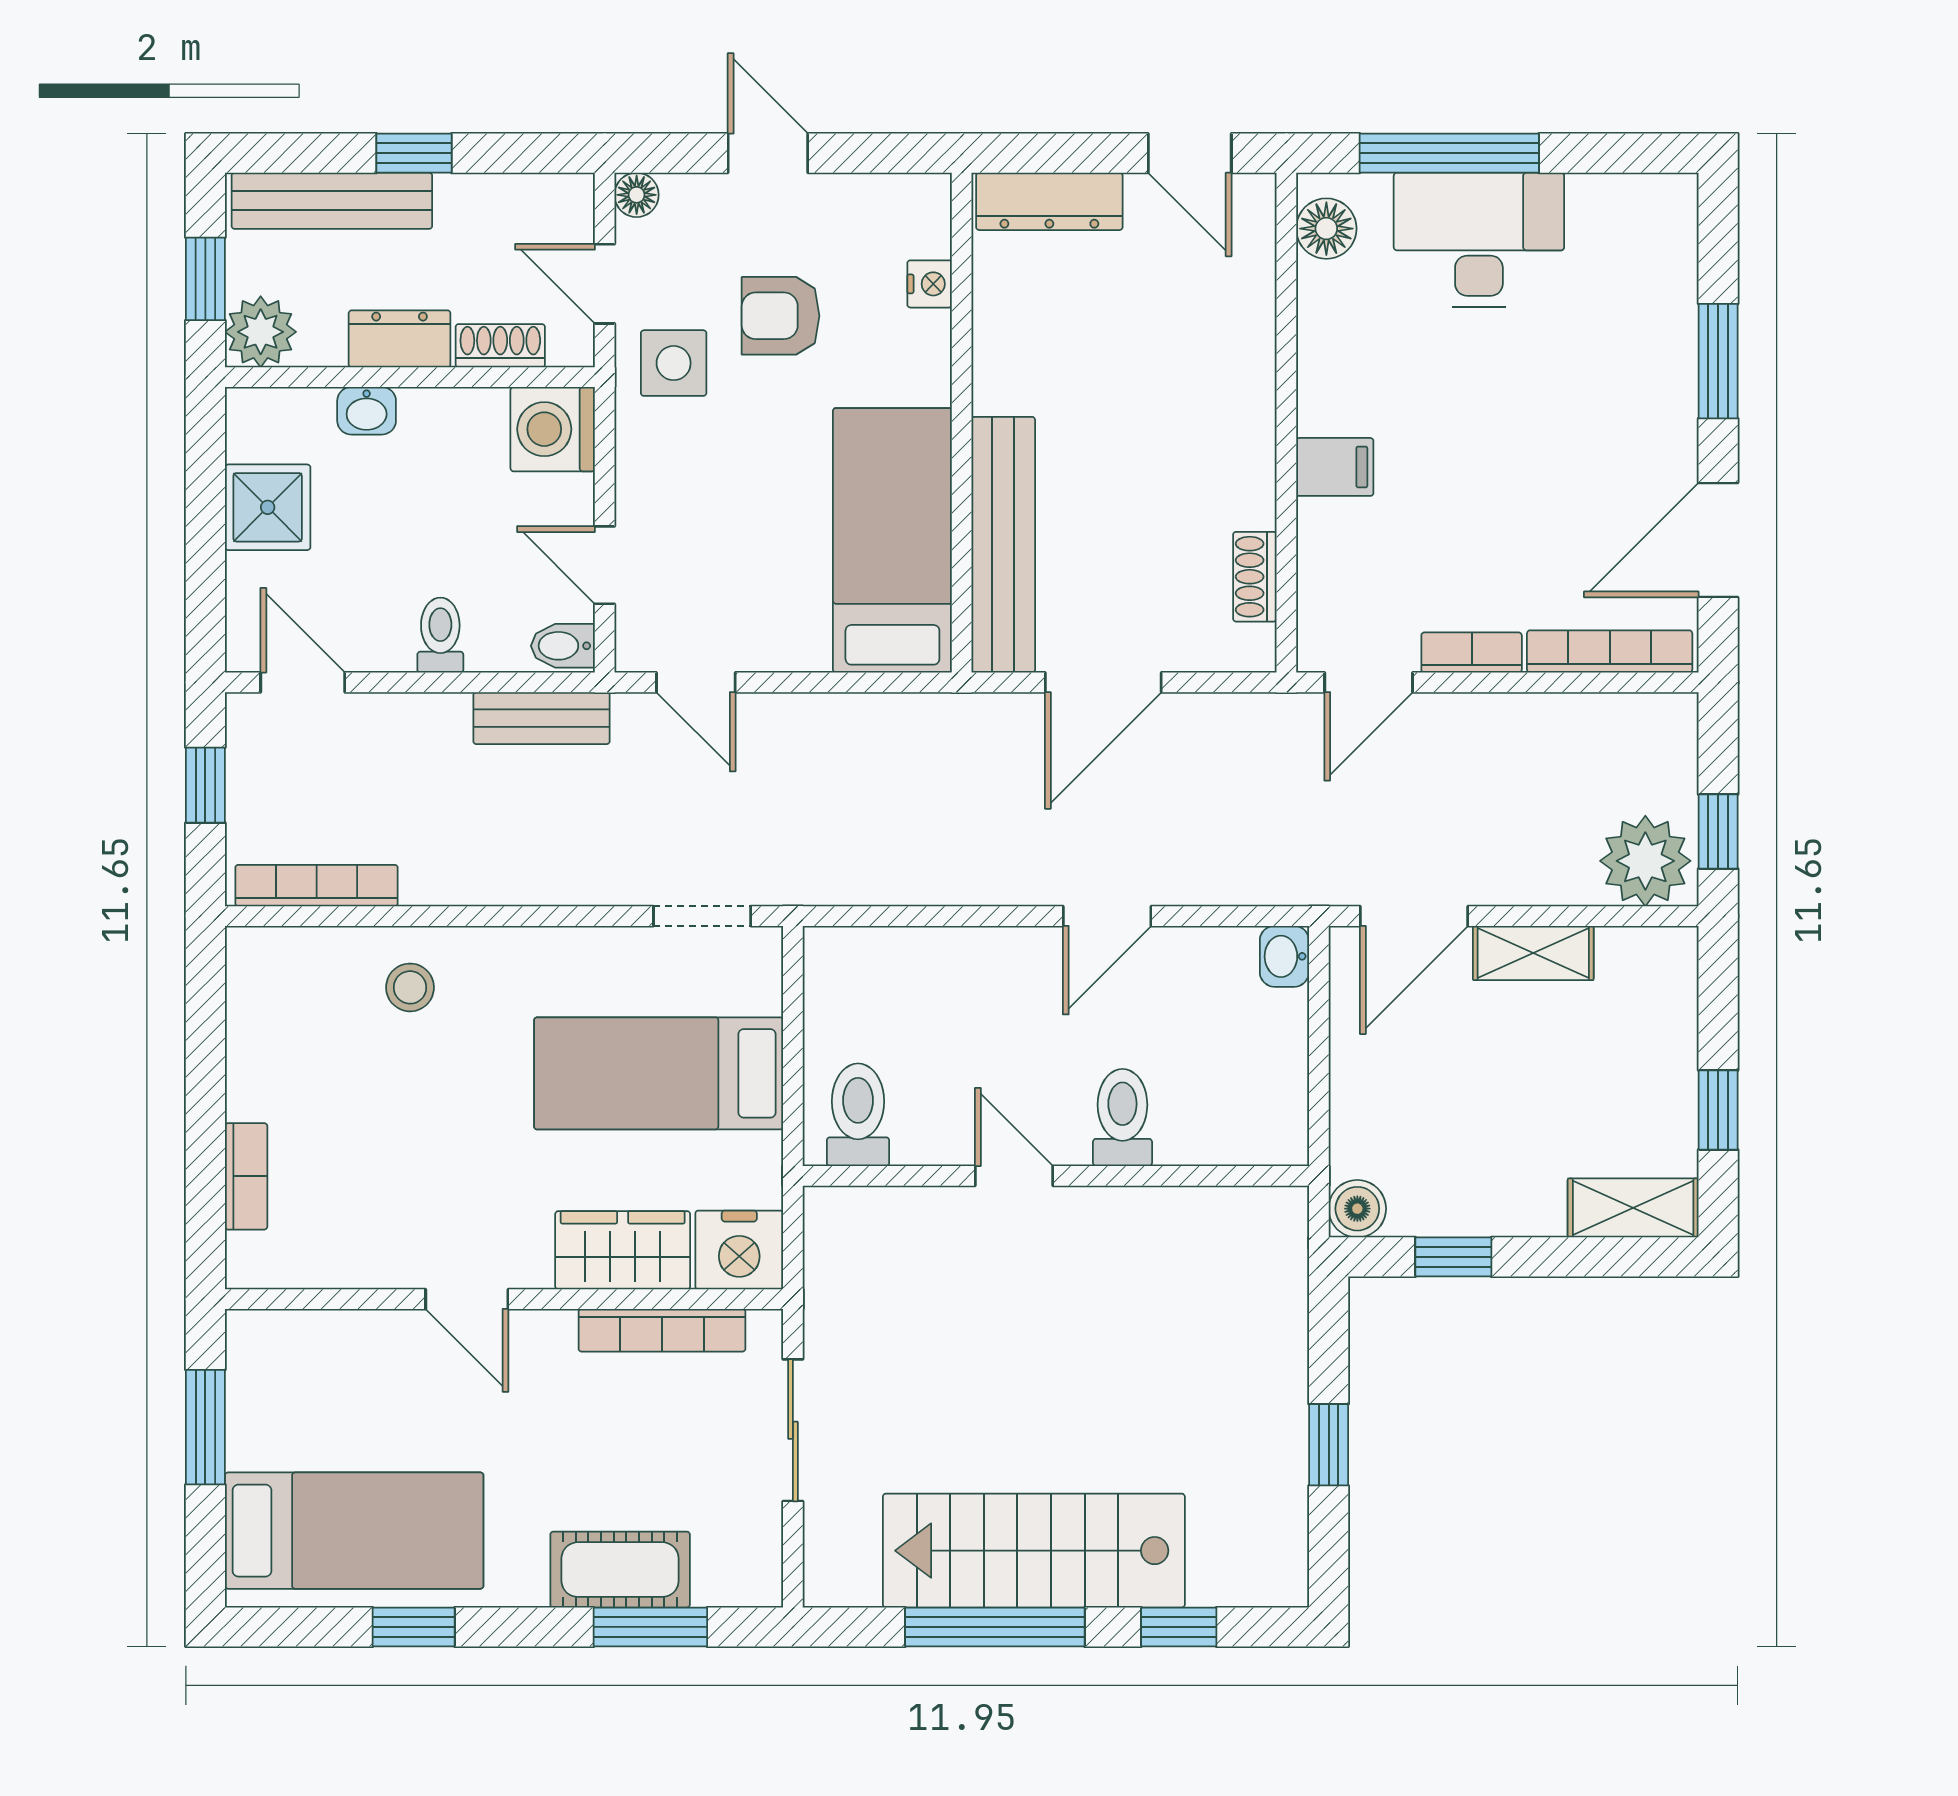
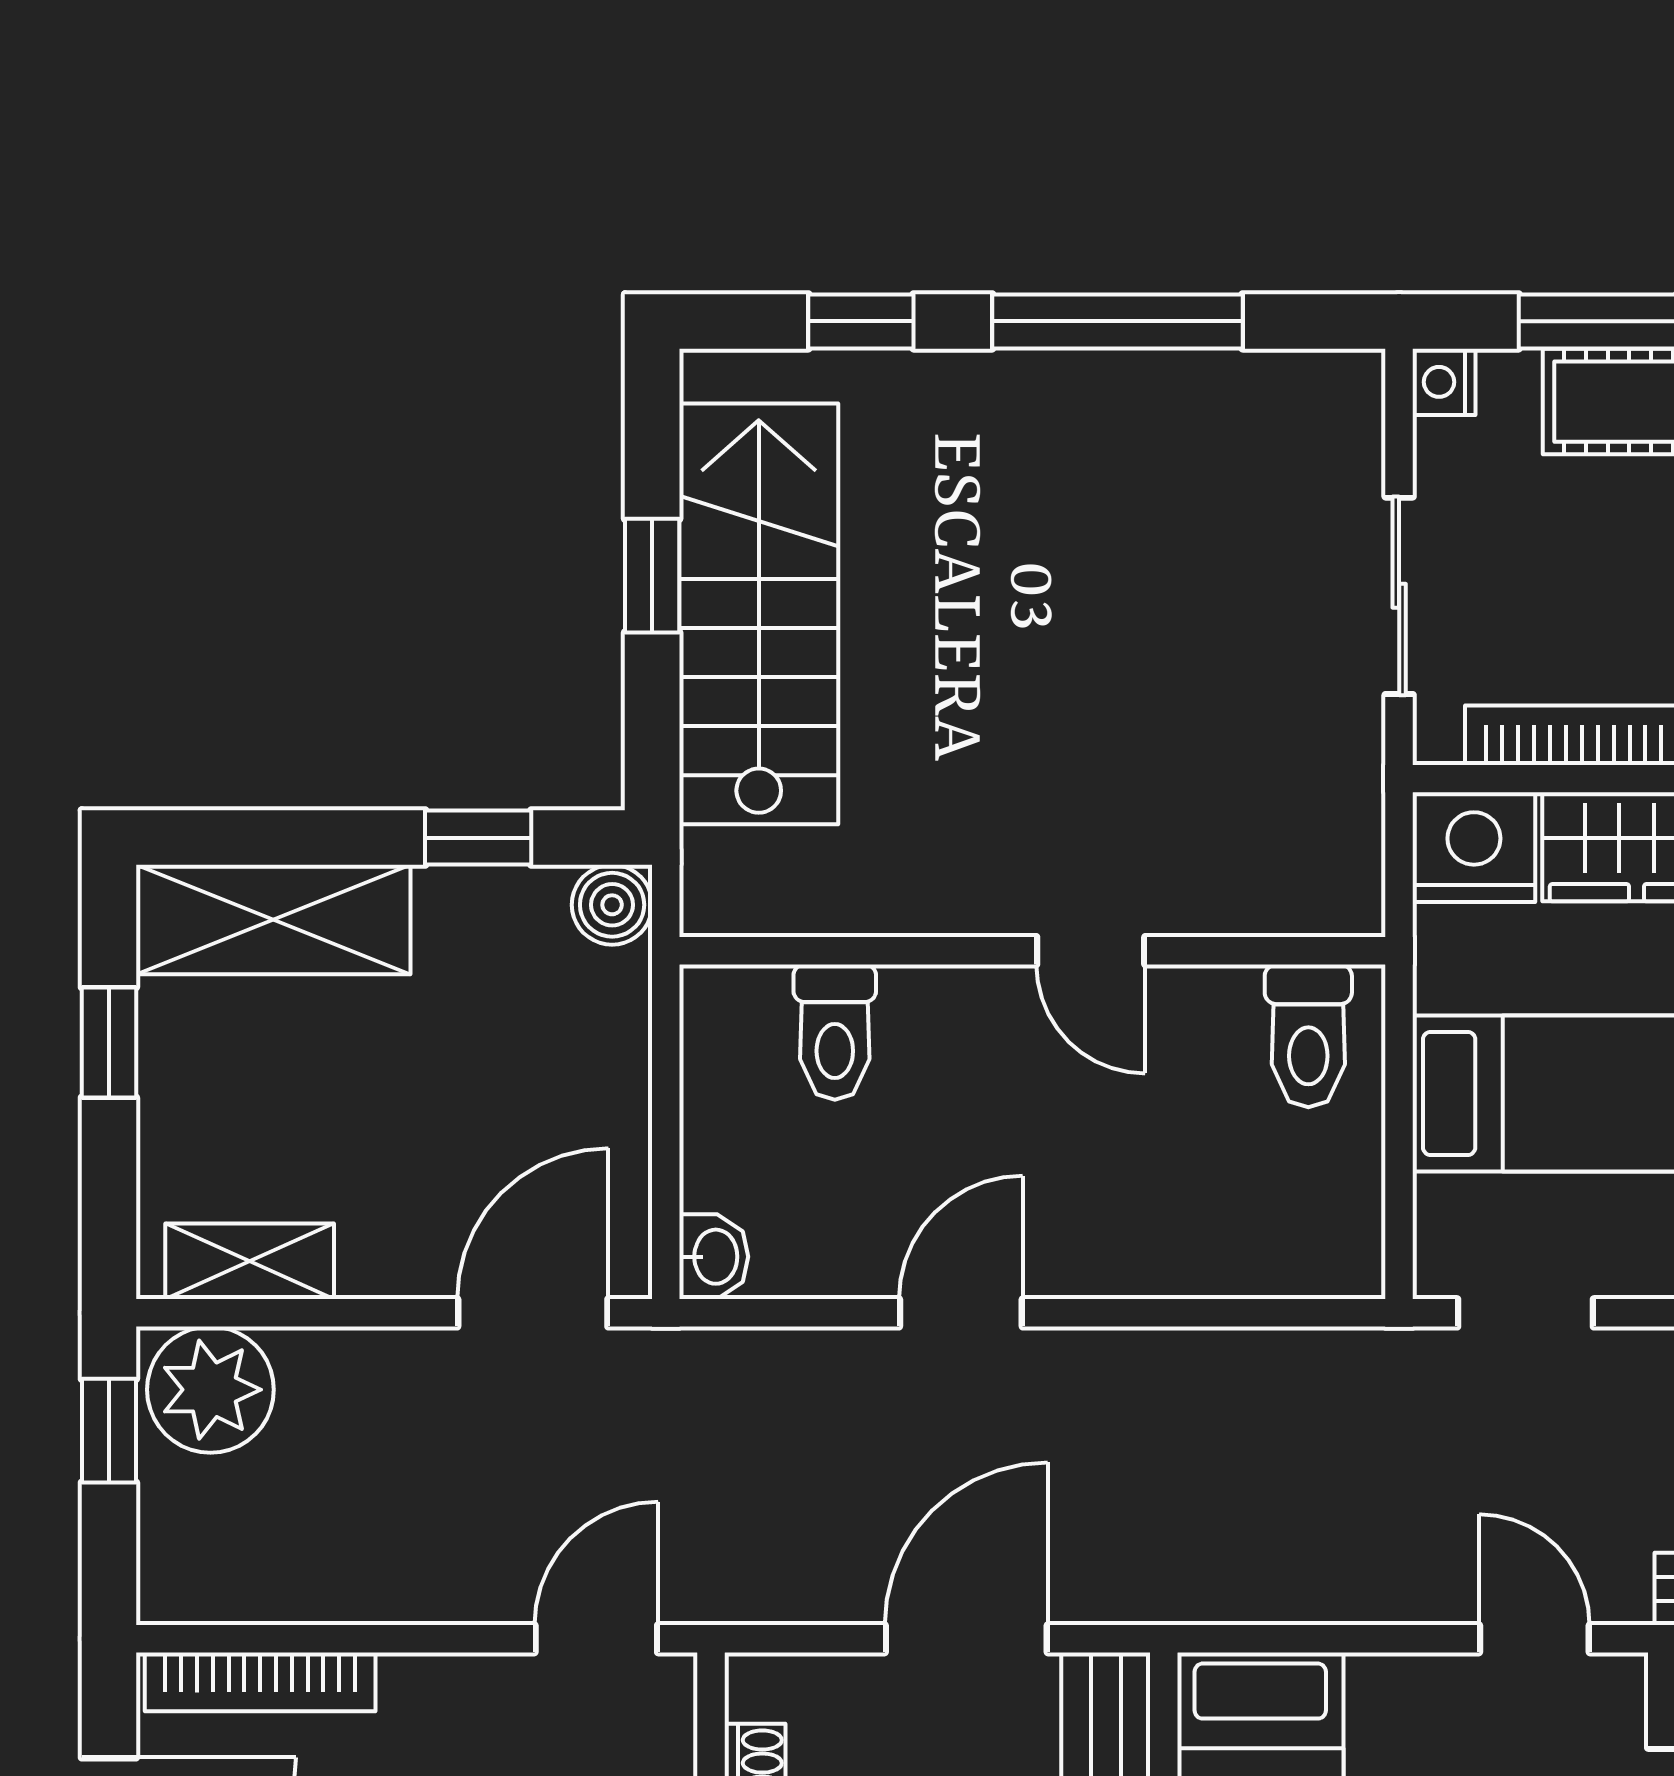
bookcase: (1472, 653) -> (453, 1680), removed
shelving: (1533, 953) -> (250, 1261), moved
toilet: (1122, 1117) -> (835, 1032), moved
shelving: (1633, 1208) -> (273, 920), width x1.50, depth x1.33
stairs: (1034, 1551) -> (759, 614), moved, turned -90
nightstand: (761, 1584) -> (1444, 382), added

